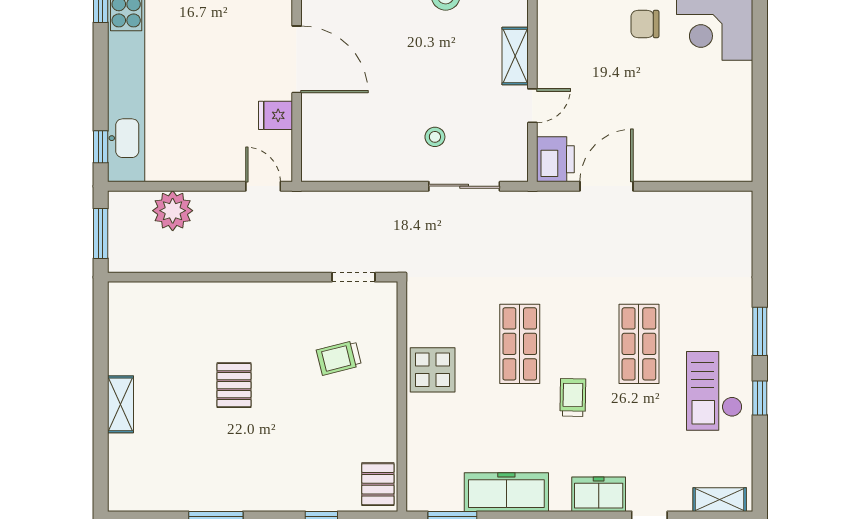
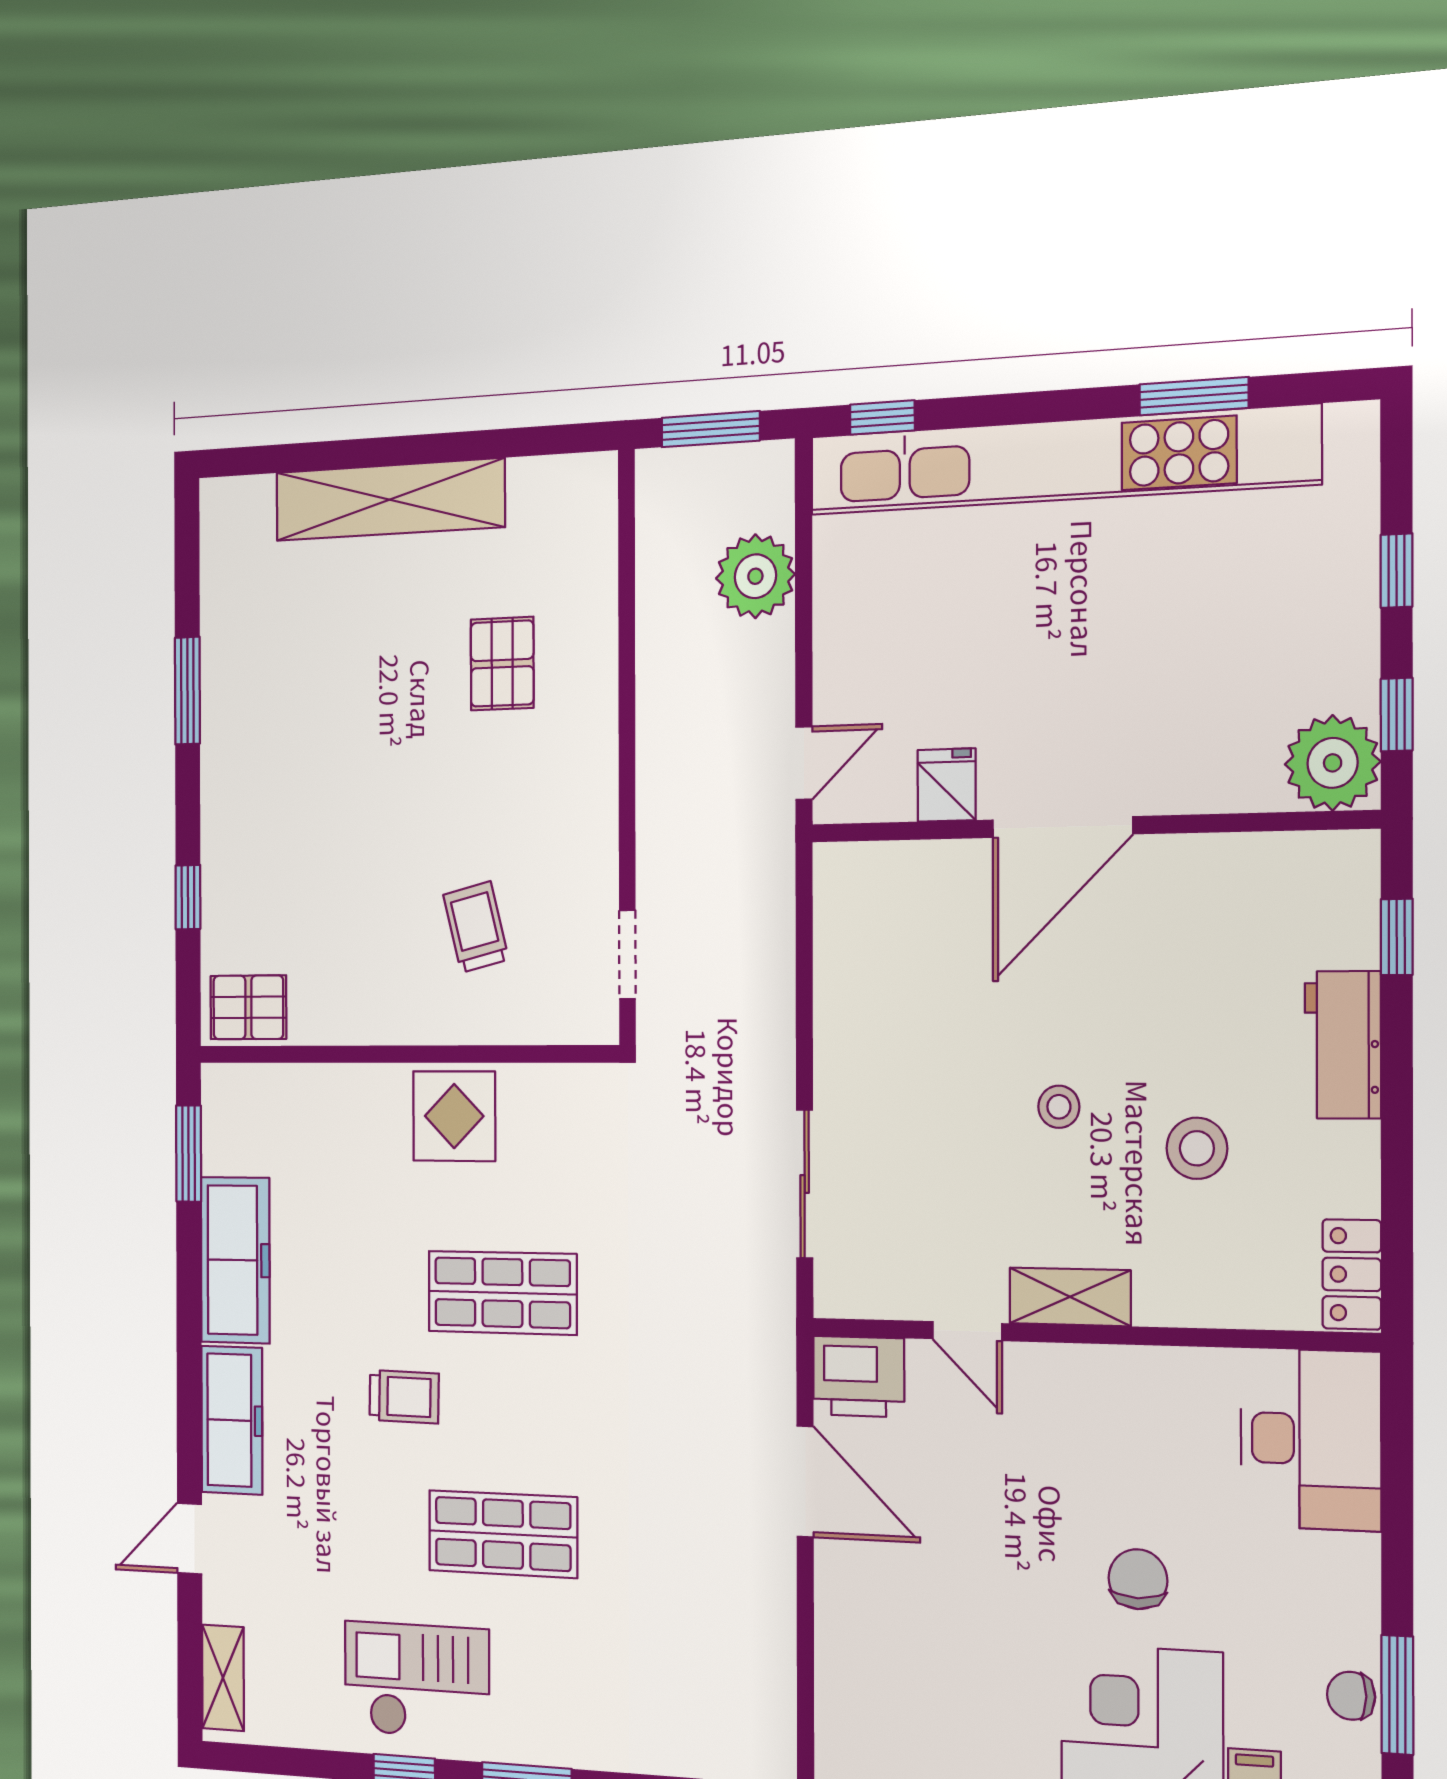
stool: (435, 137) -> (1059, 1107), moved
pallet: (234, 385) -> (502, 664), moved, turned 90
shelving: (121, 404) -> (390, 500), width x2.20, depth x1.33
freezer: (599, 494) -> (232, 1420), width x1.40

